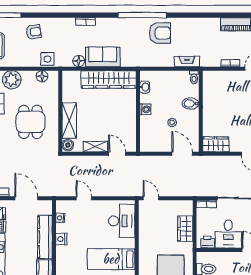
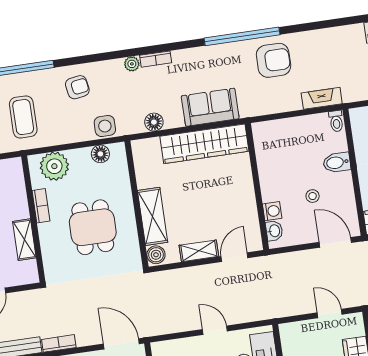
plant: (70, 22) -> (132, 64), added
sofa: (103, 57) -> (210, 107), moved
washbasin: (145, 87) -> (274, 231), moved
washing machine: (145, 109) -> (272, 211), moved
door: (117, 154) -> (234, 257), hinge flipped
door: (26, 198) -> (121, 344), moved
door: (84, 198) -> (215, 330), moved
door: (151, 198) -> (330, 313), moved

